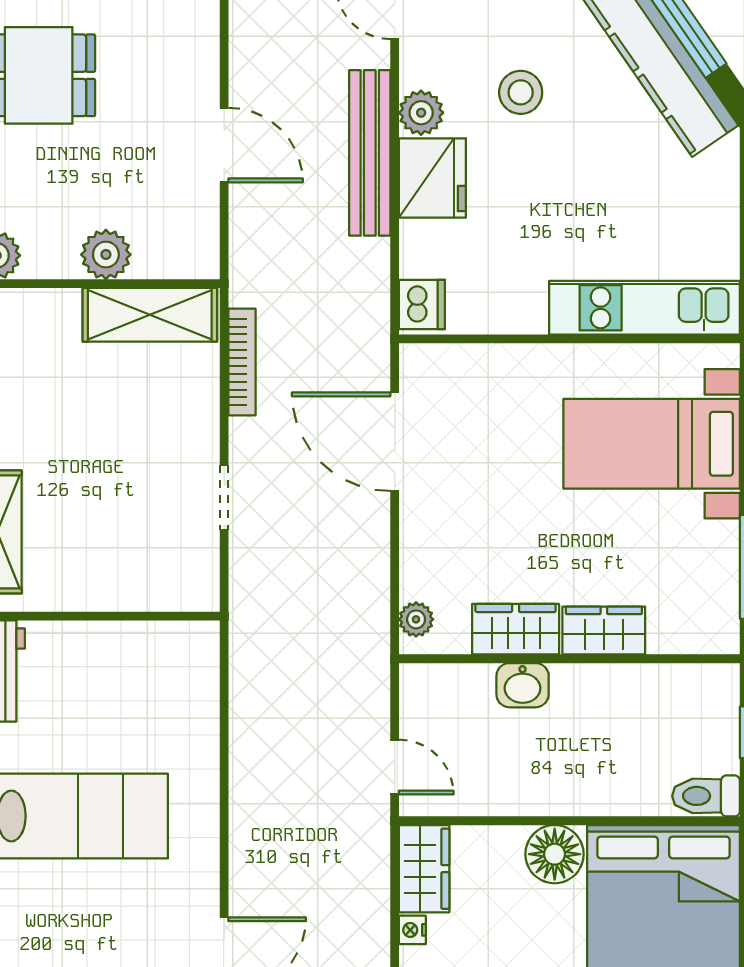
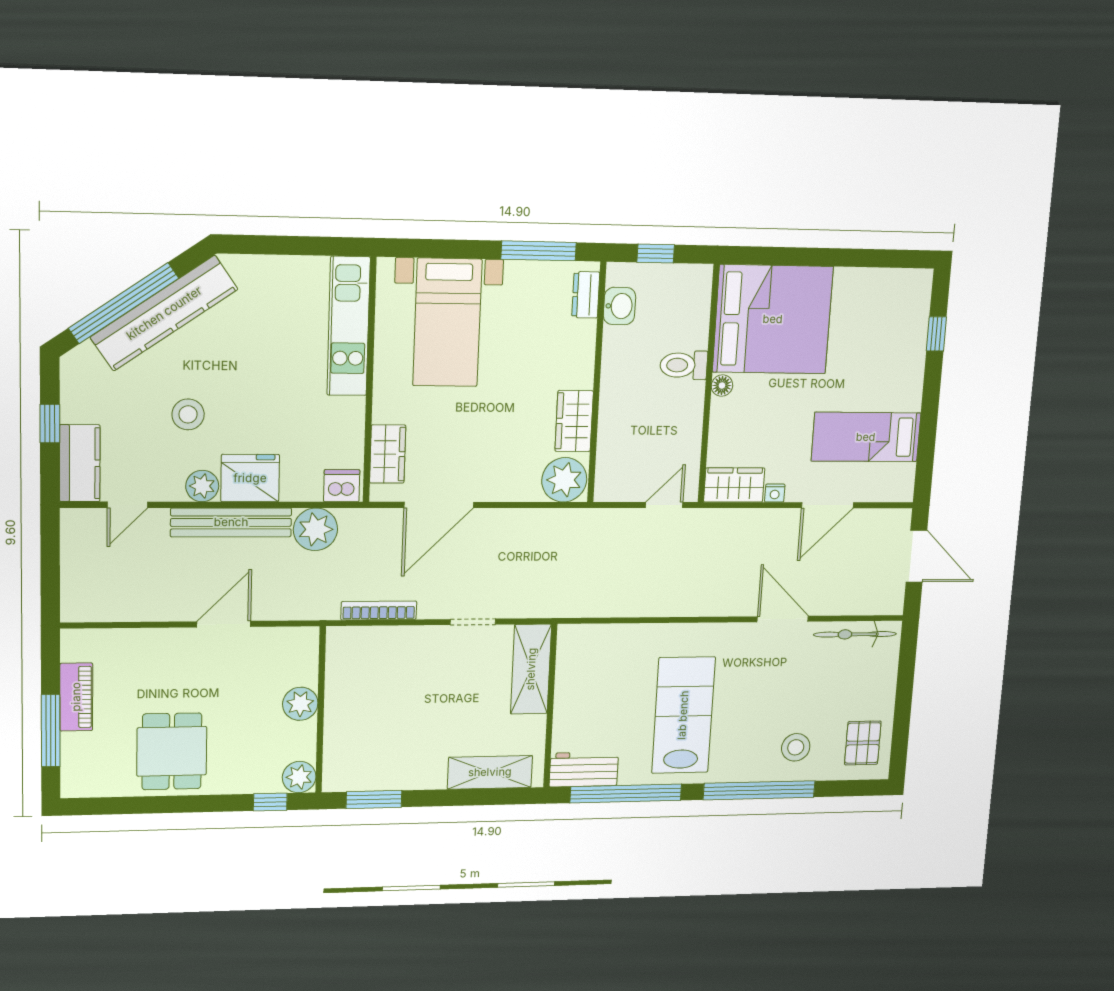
plant: (360, 270) -> (315, 529), added
shelving: (150, 315) -> (531, 669), moved
plant: (416, 619) -> (564, 480), width x1.87, depth x1.87
wardrobe: (604, 631) -> (388, 454), moved, turned 180
dresser: (693, 636) -> (586, 295), added
washbasin: (523, 685) -> (619, 306), moved
toilet: (706, 796) -> (684, 365), moved, turned 90
floor lamp: (555, 854) -> (722, 386), width x0.53, depth x0.53

